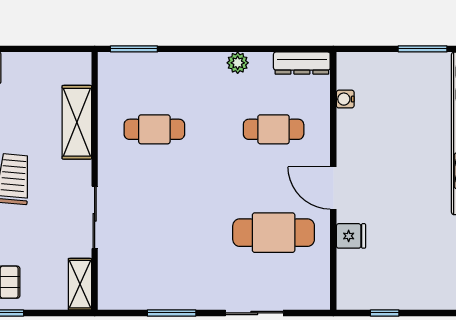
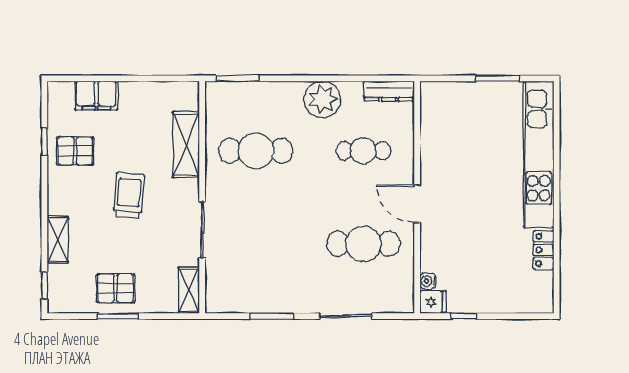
plant: (238, 63) -> (322, 99), width x1.88, depth x1.88
water cooler: (345, 99) -> (428, 281), moved
cafe table: (154, 129) -> (256, 151), width x1.37, depth x1.35
fridge: (351, 236) -> (433, 302), moved

